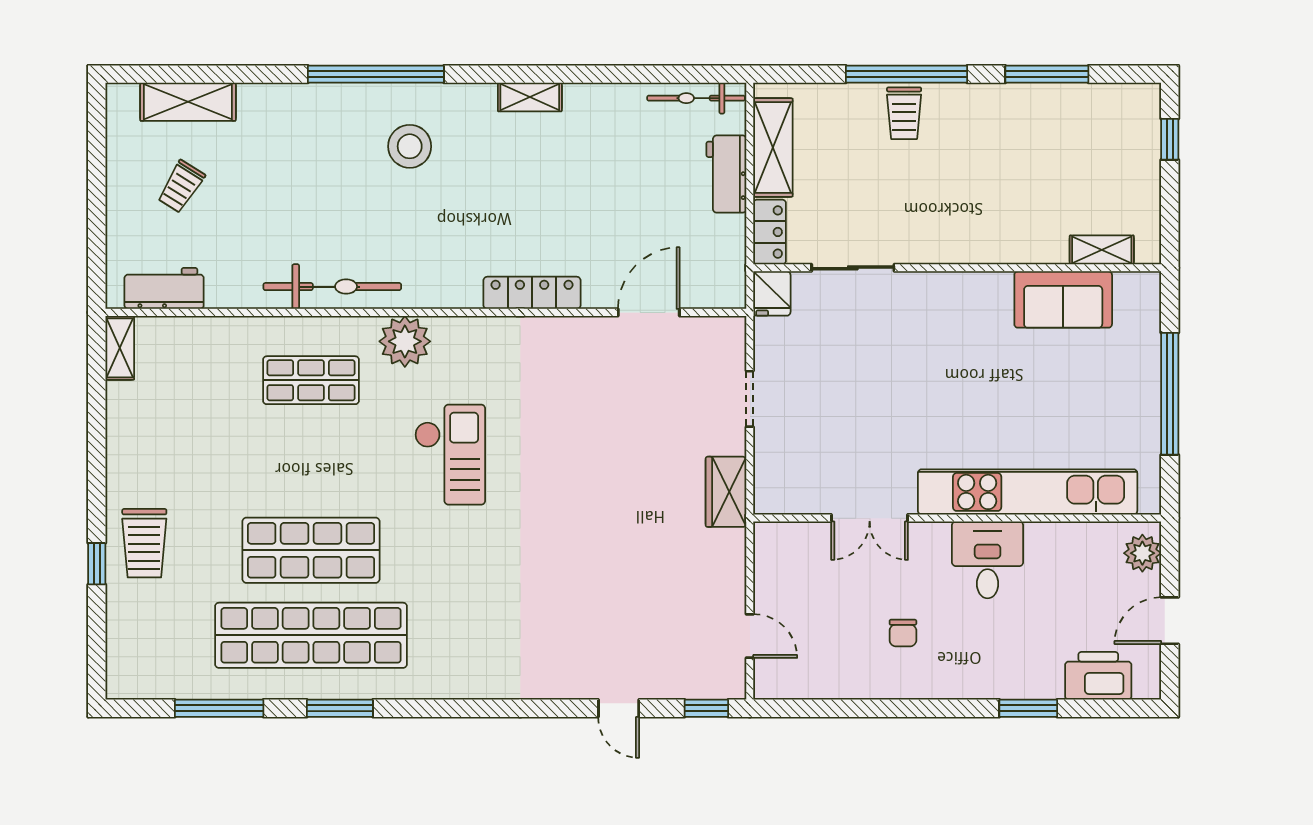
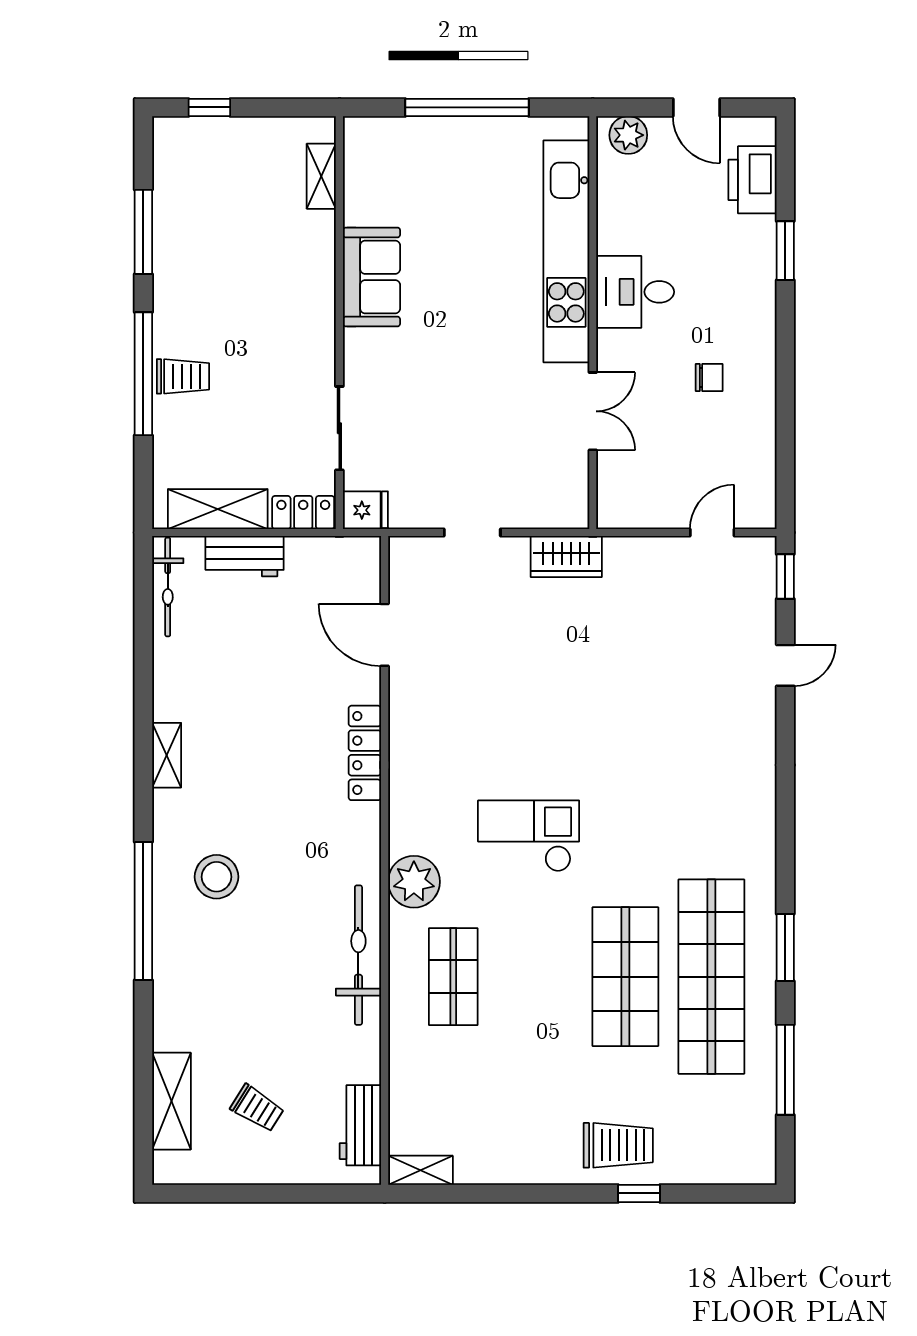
sofa: (1063, 299) -> (372, 277), moved

